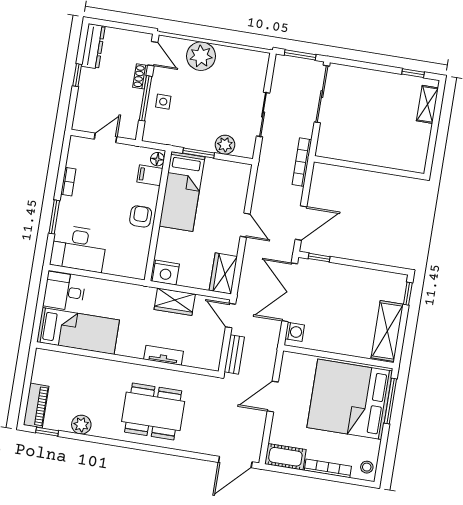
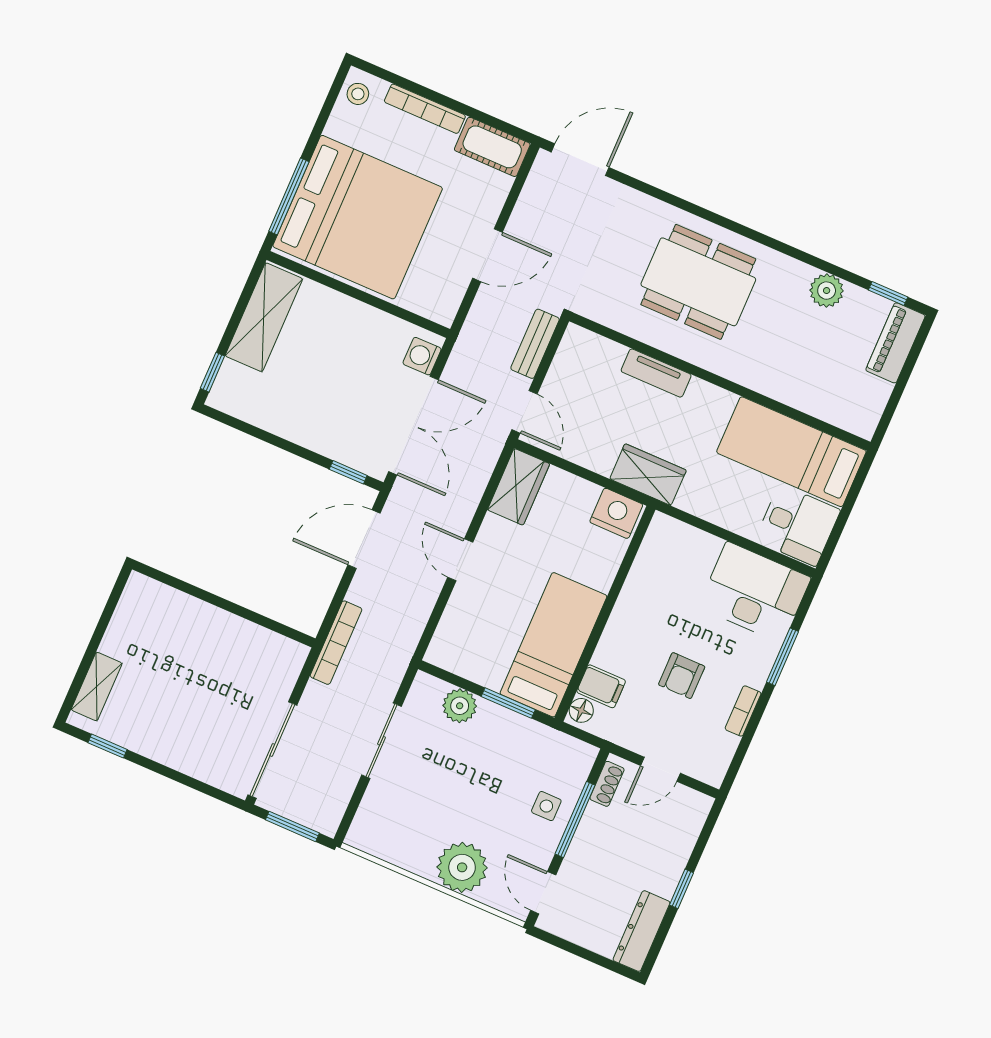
shoe rack: (140, 76) -> (607, 784), moved
armchair: (141, 216) -> (682, 676), moved
wardrobe: (175, 302) -> (648, 475), moved

